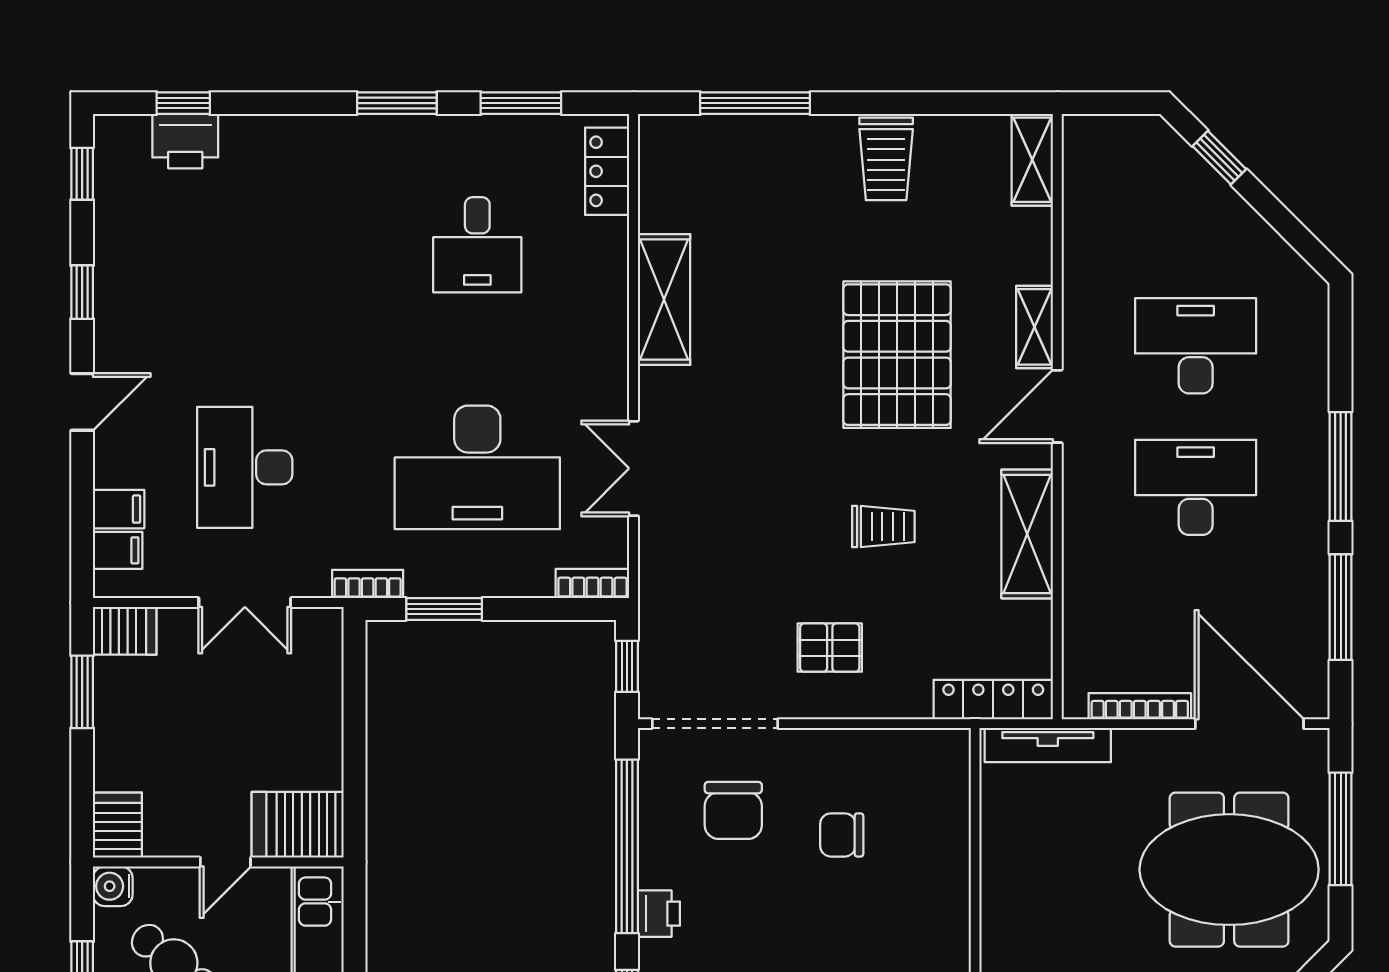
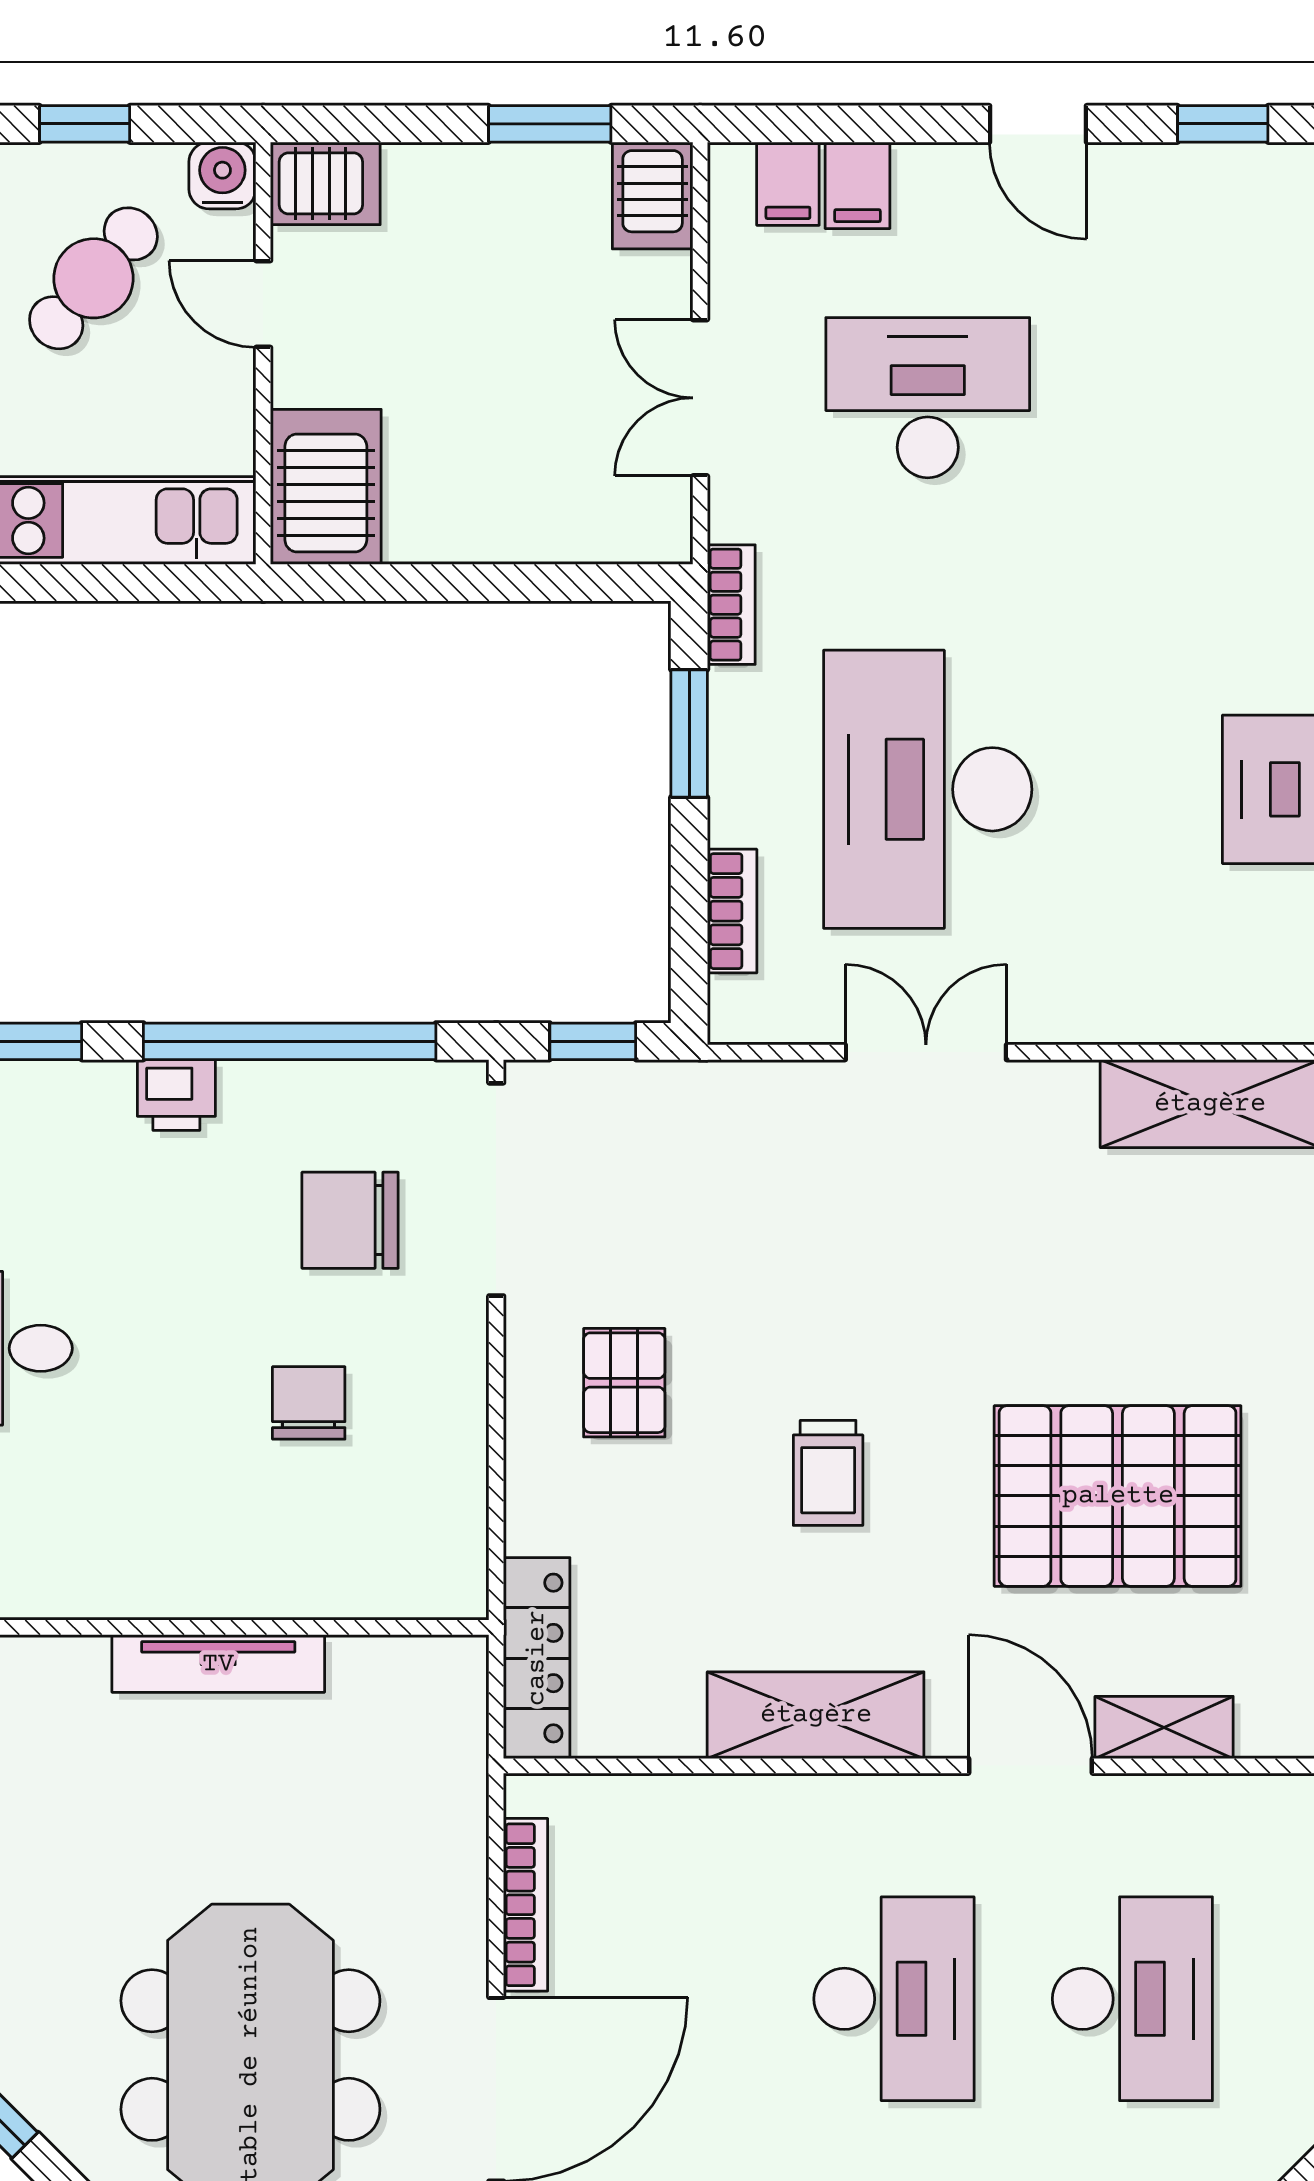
bookcase: (592, 584) -> (732, 911), moved
tv unit: (1048, 745) -> (218, 1664), moved, turned -90
door: (225, 862) -> (263, 304), moved

